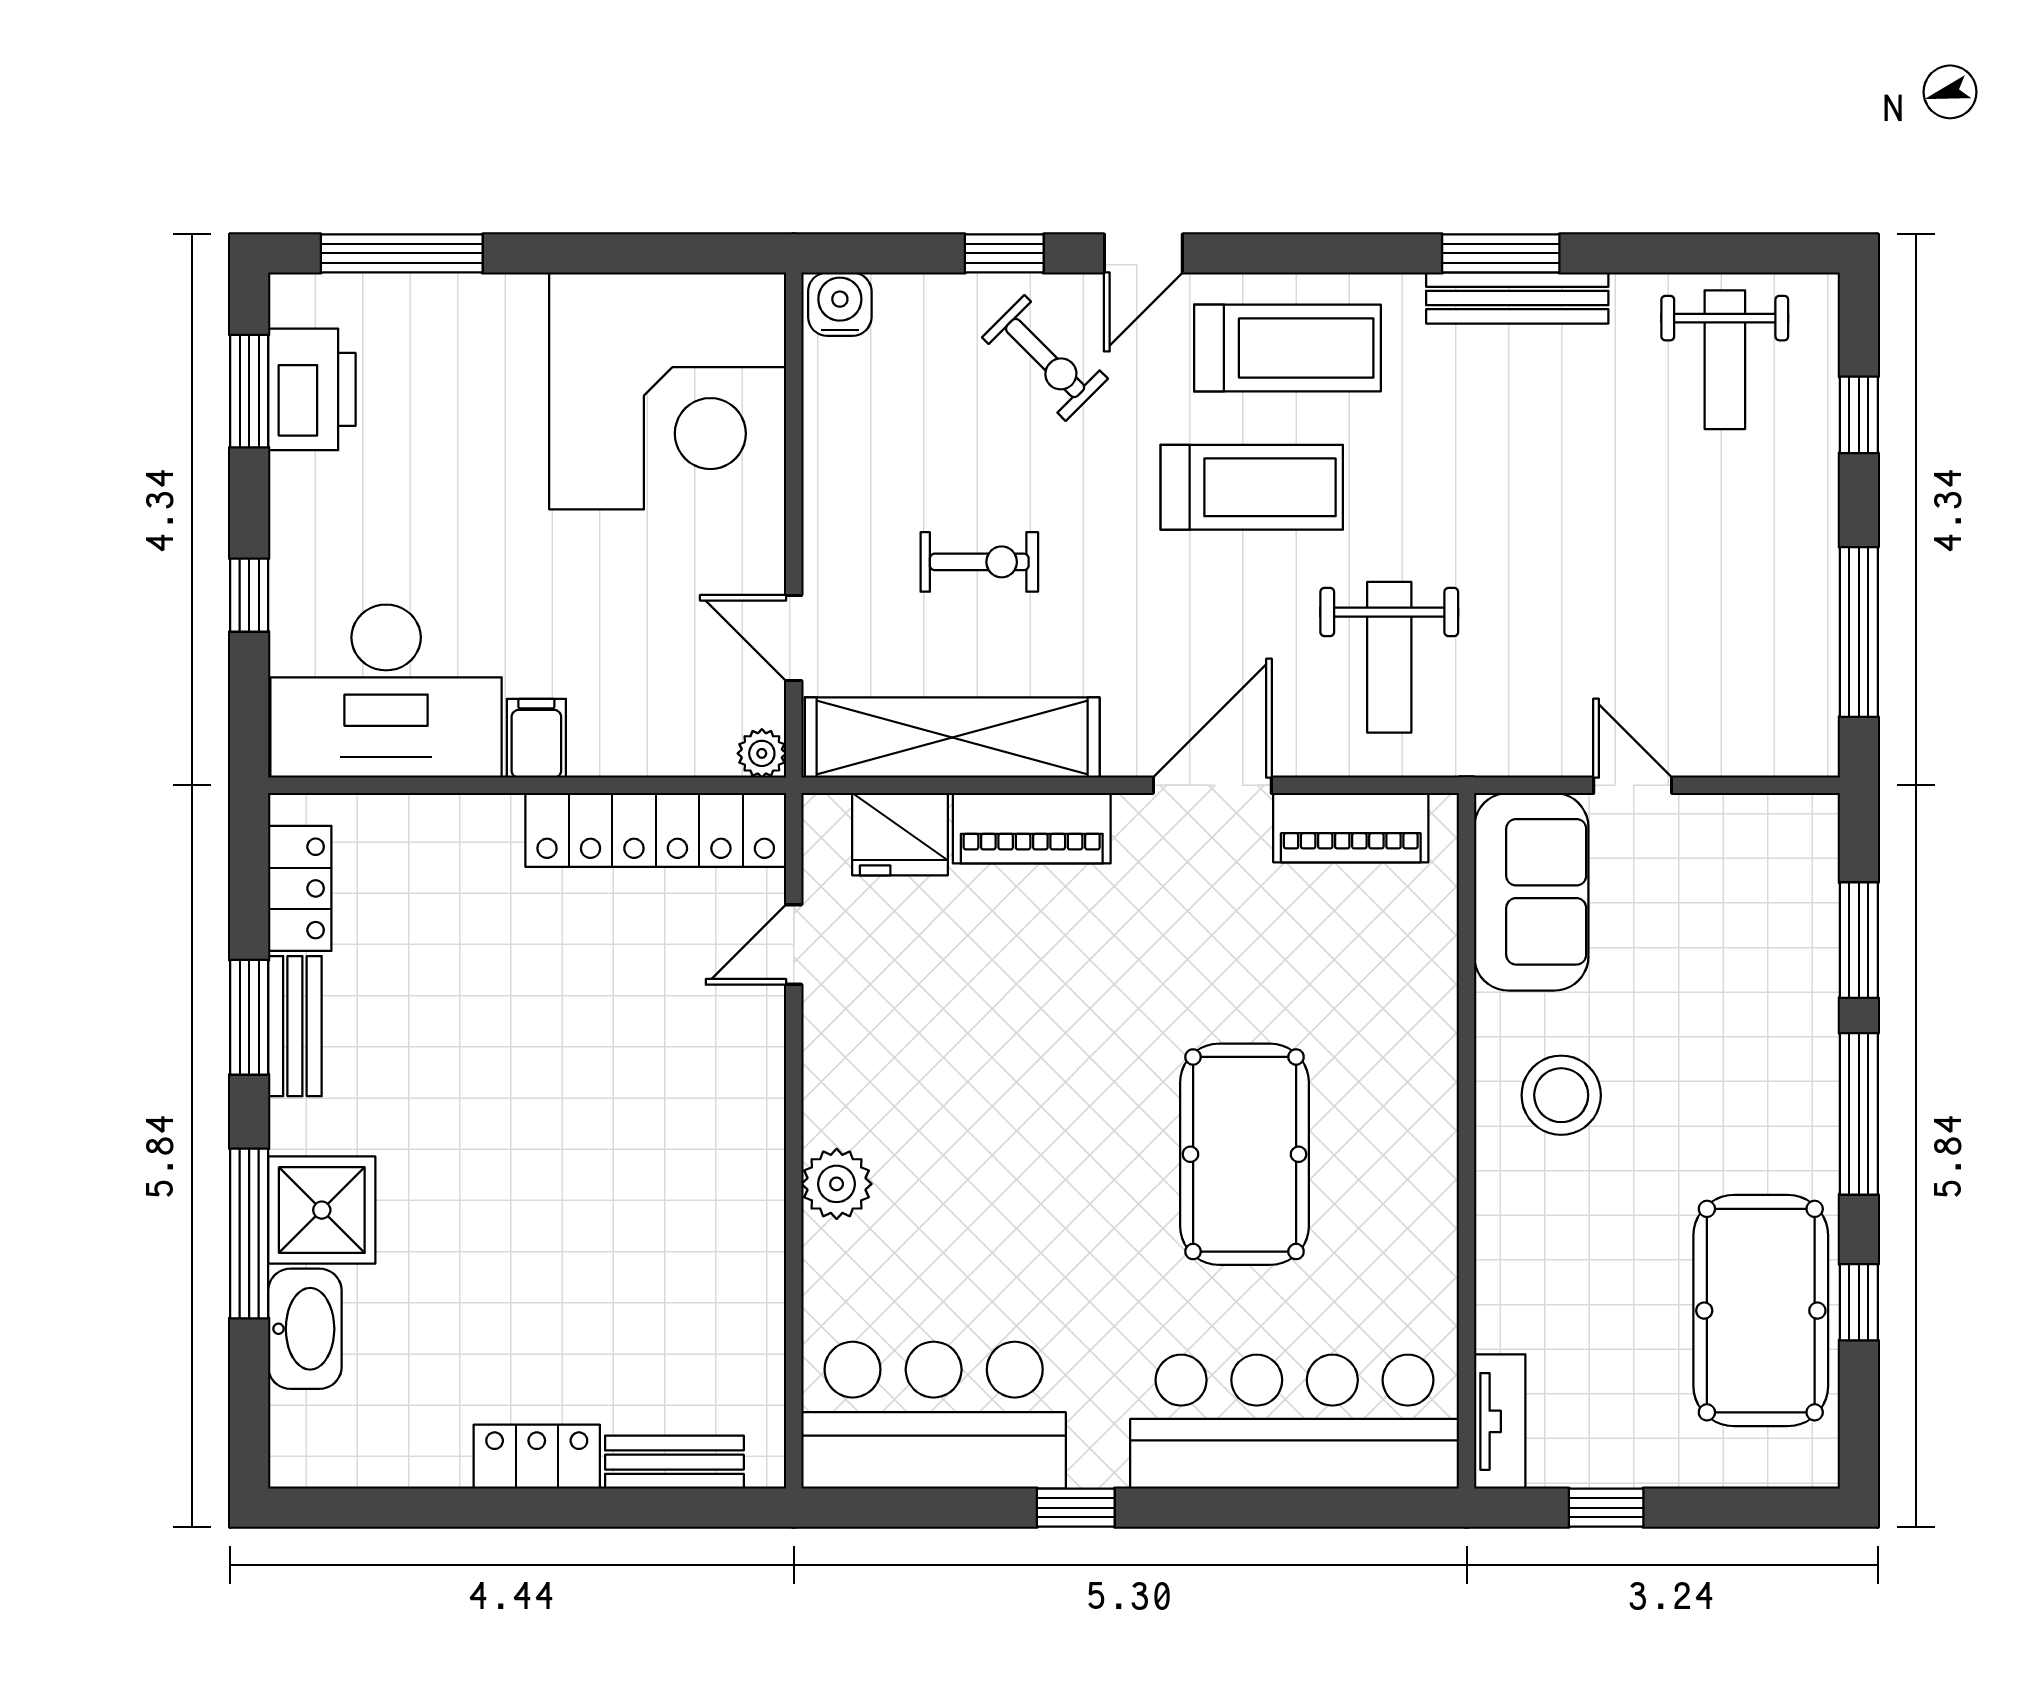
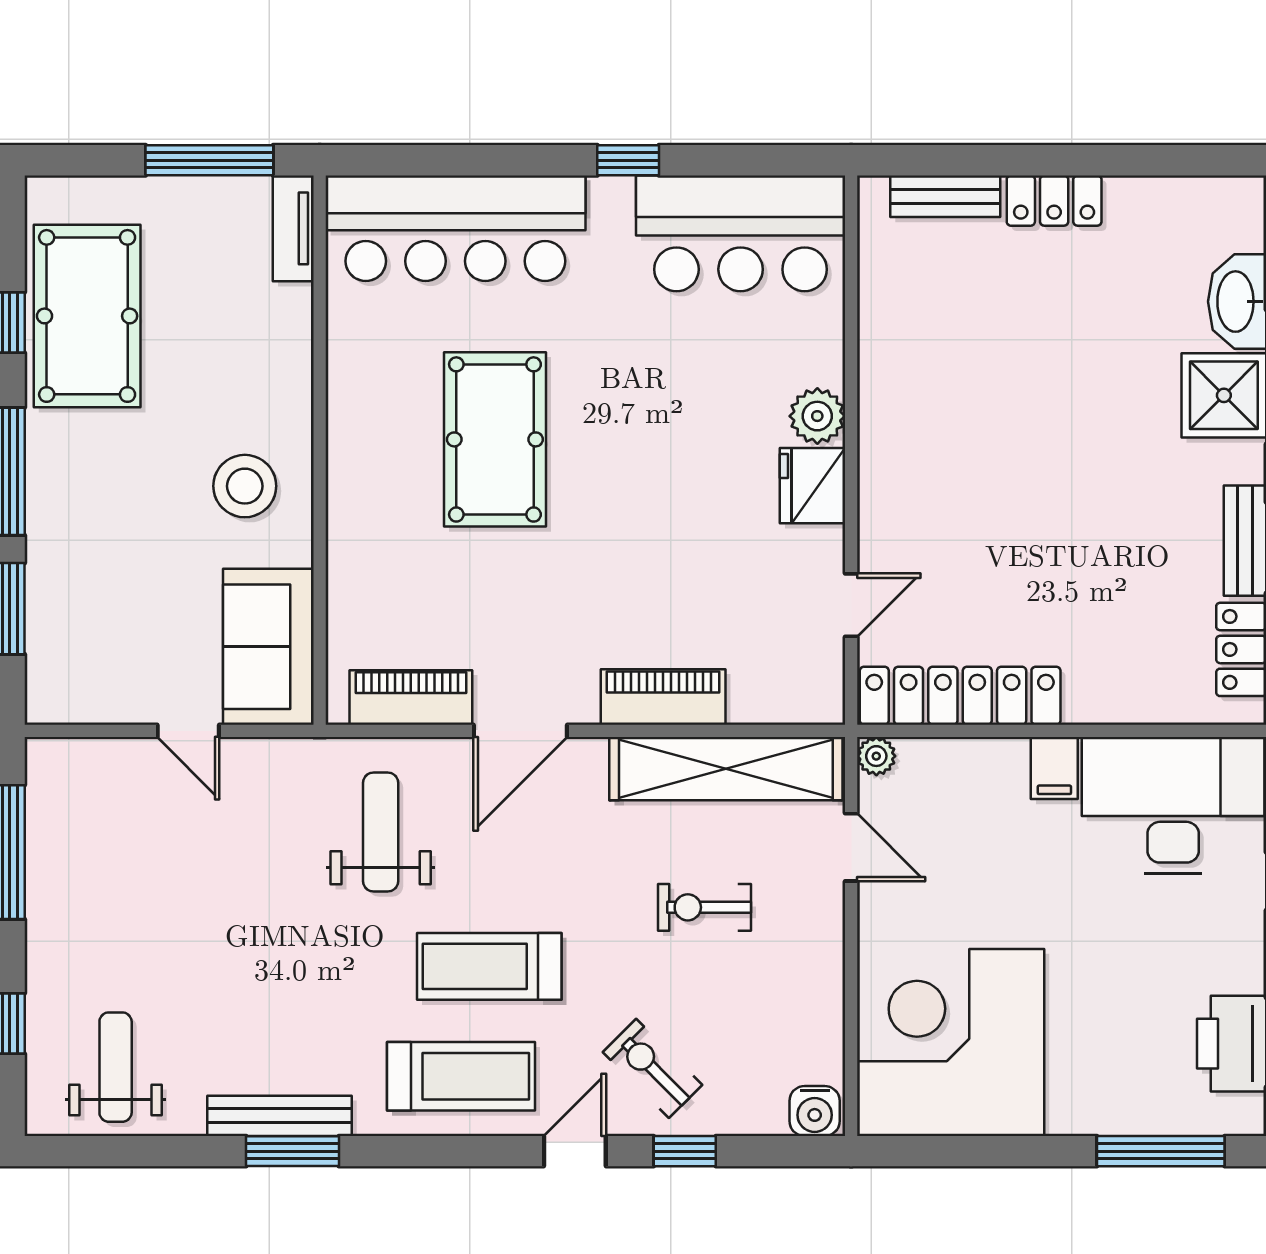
treadmill: (1287, 348) -> (461, 1076), turned 180
fridge: (900, 834) -> (813, 486), moved, turned -90
window: (1606, 1508) -> (209, 160), width x2.17

